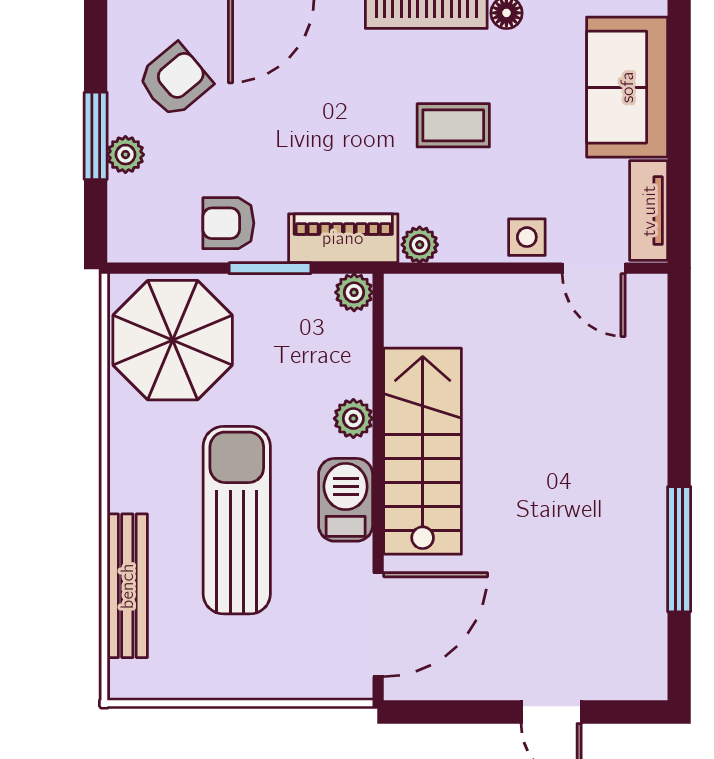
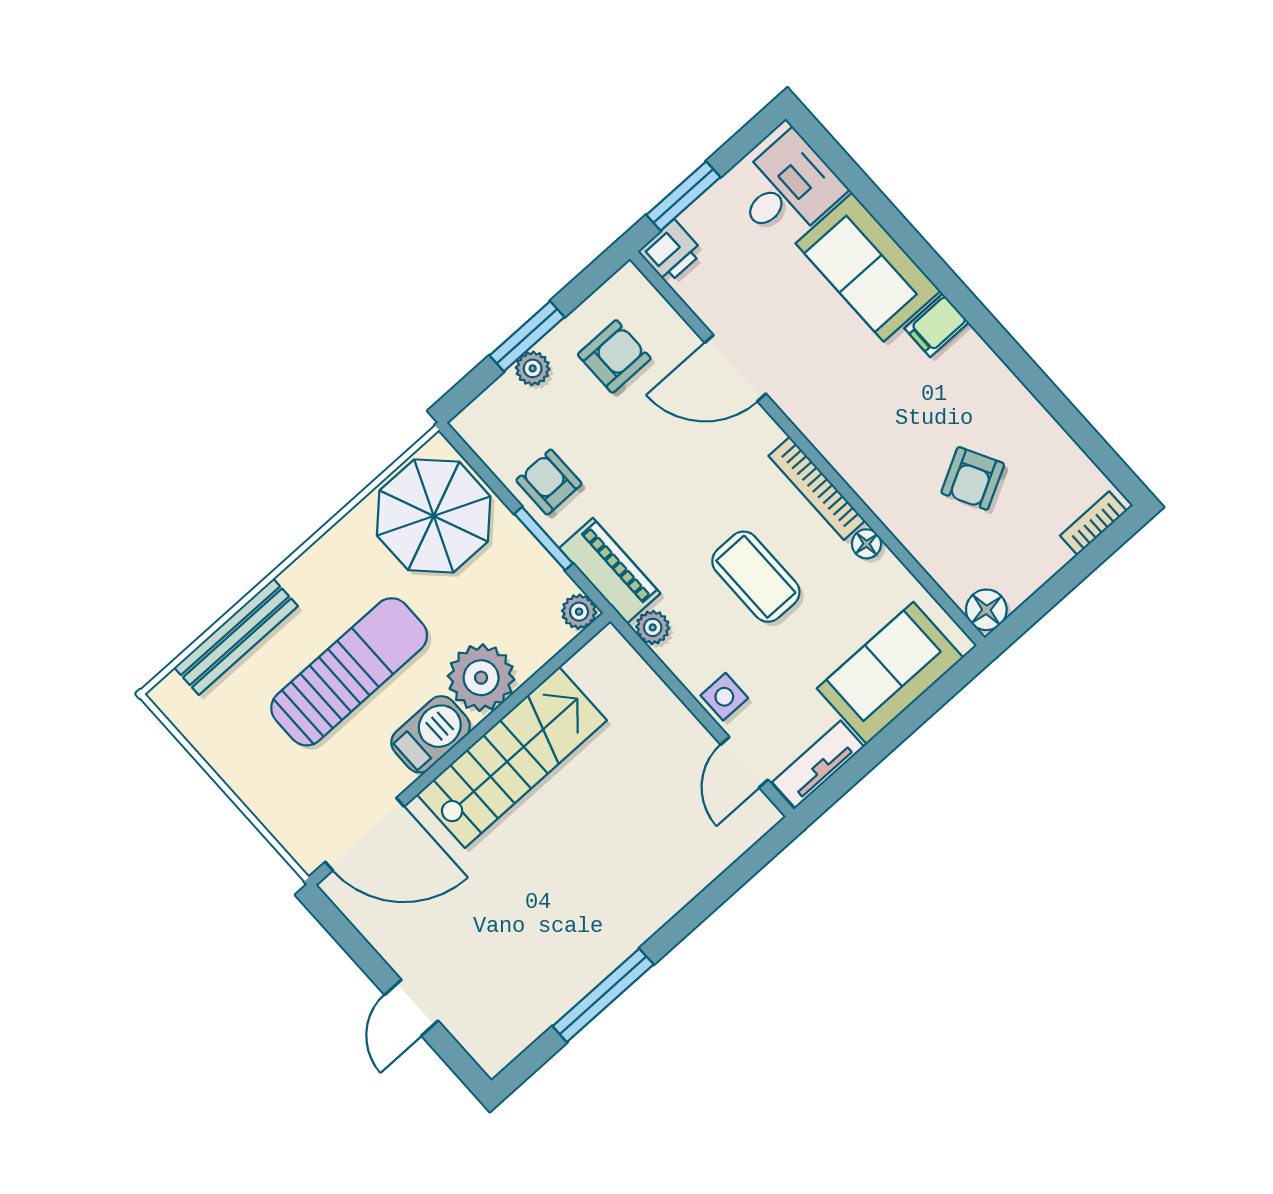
armchair: (175, 80) -> (614, 356), turned -50
coffee table: (453, 125) -> (756, 577), width x1.36, depth x1.30
plant: (353, 418) -> (481, 678), width x1.88, depth x1.88

